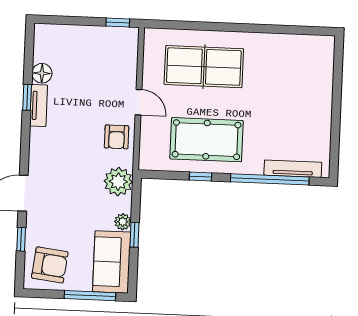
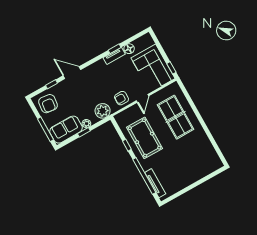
corner sofa: (99, 53) -> (153, 68), added

